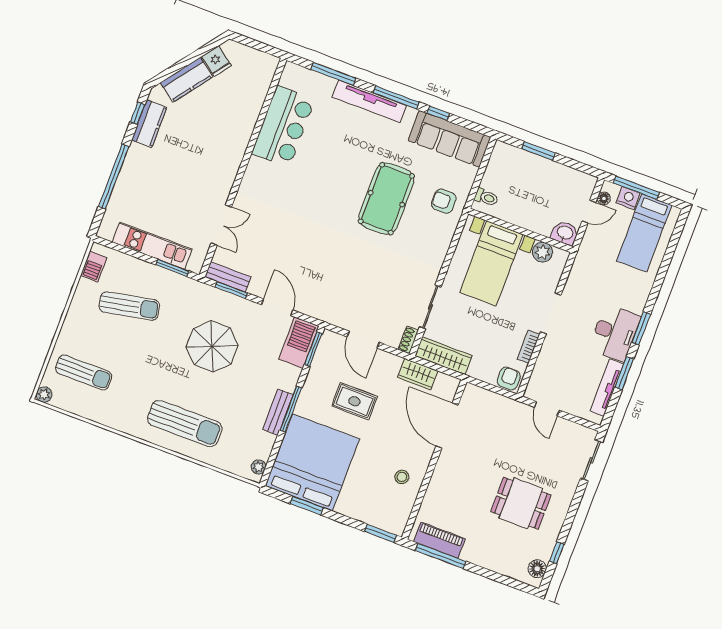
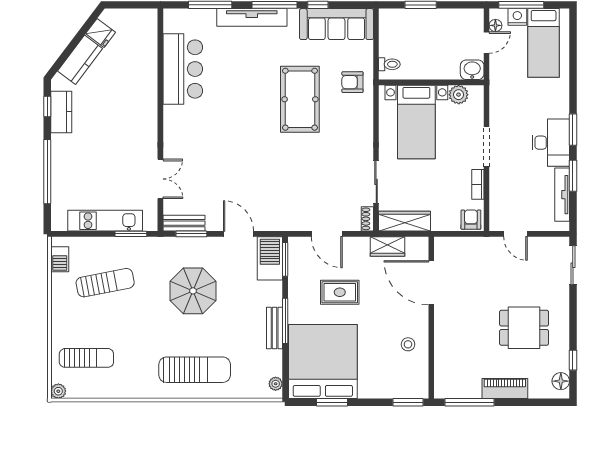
piano: (439, 540) -> (505, 389), moved

